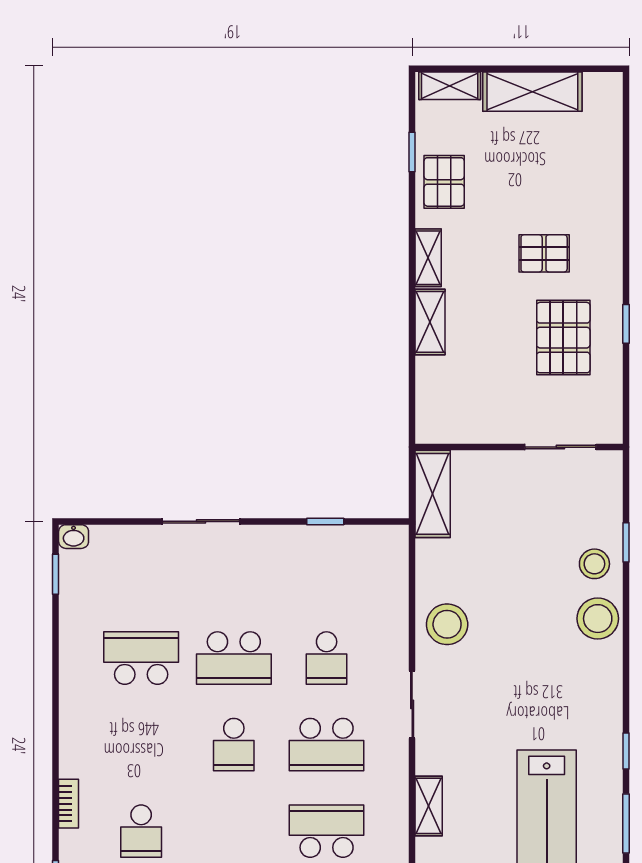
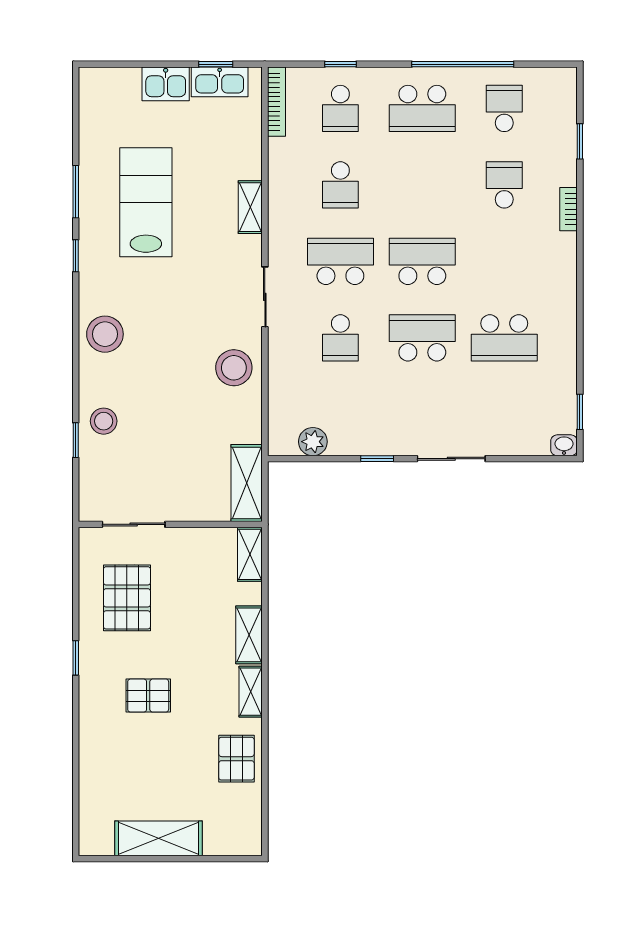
shelving: (450, 86) -> (250, 554), moved, turned 90
window: (412, 152) -> (265, 785), removed
window: (626, 324) -> (76, 658), moved
pallet: (563, 338) -> (127, 598), moved
window: (325, 521) -> (377, 459), moved
plant: (358, 541) -> (313, 442), added
stool: (598, 619) -> (105, 334), moved
school desk: (327, 658) -> (340, 338), turned 180
school desk: (234, 745) -> (422, 261), width x1.85
school desk: (327, 831) -> (340, 185), width x0.54

